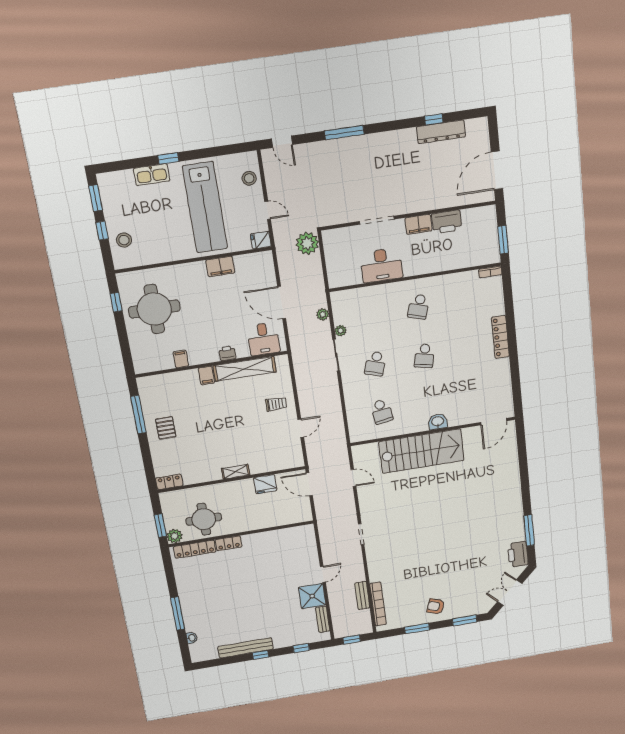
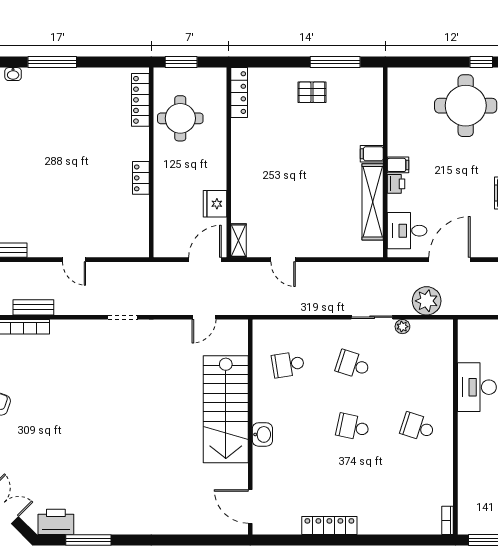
plant: (323, 314) -> (427, 301), width x1.87, depth x1.87
locker: (500, 337) -> (329, 525), moved
filing cabinet: (181, 359) -> (398, 165), moved
trolley: (276, 404) -> (320, 234), removed
shelving: (236, 472) -> (238, 241), moved
locker: (169, 482) -> (239, 93), width x1.53
plant: (175, 536) -> (163, 77), removed
locker: (229, 543) -> (141, 178), moved
shower: (312, 596) -> (45, 241), removed

